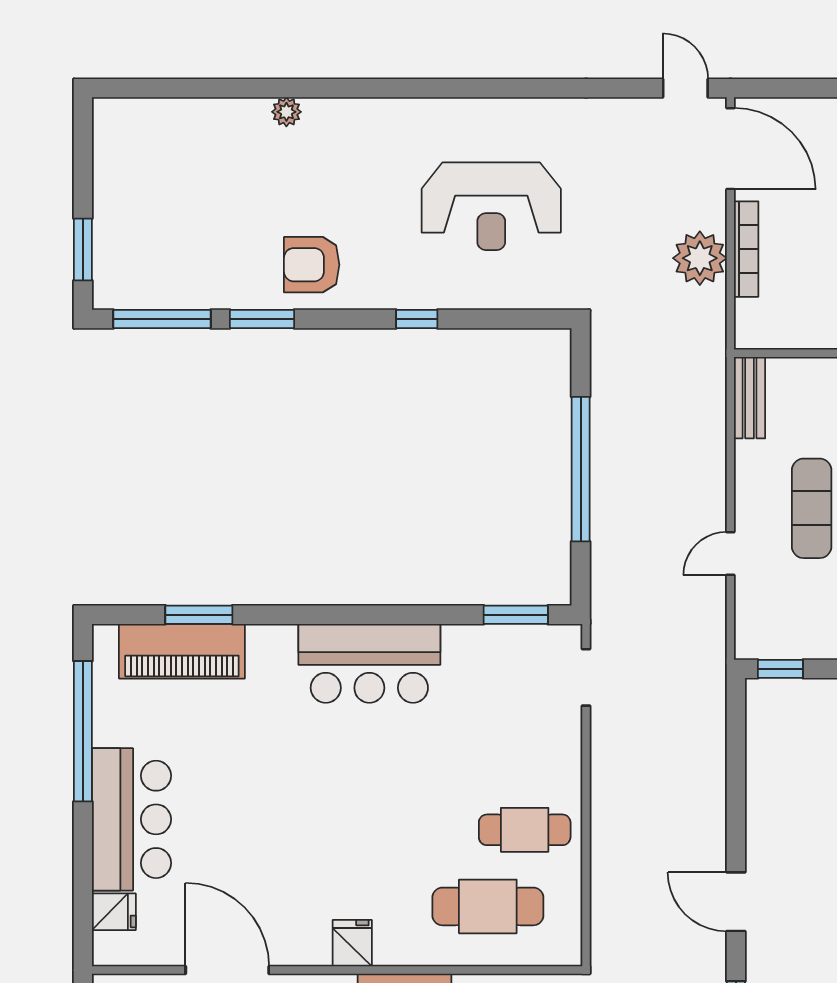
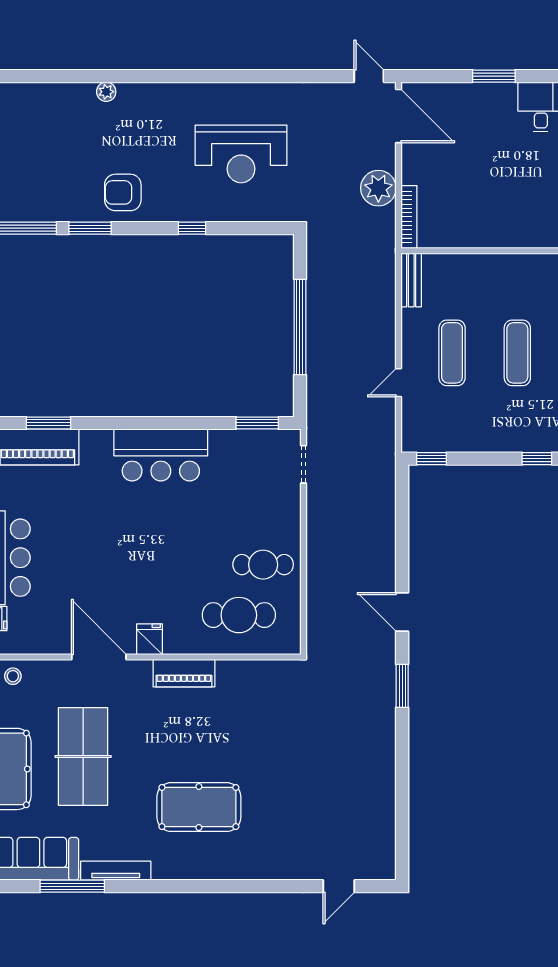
bookcase: (746, 249) -> (409, 217), moved
door: (227, 970) -> (99, 657), moved

